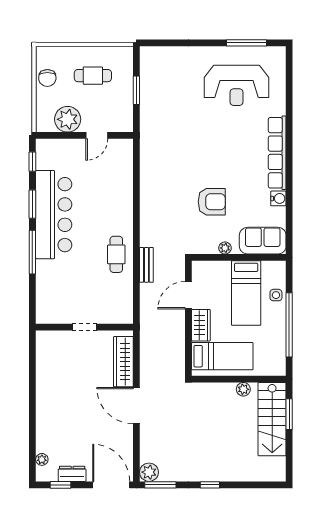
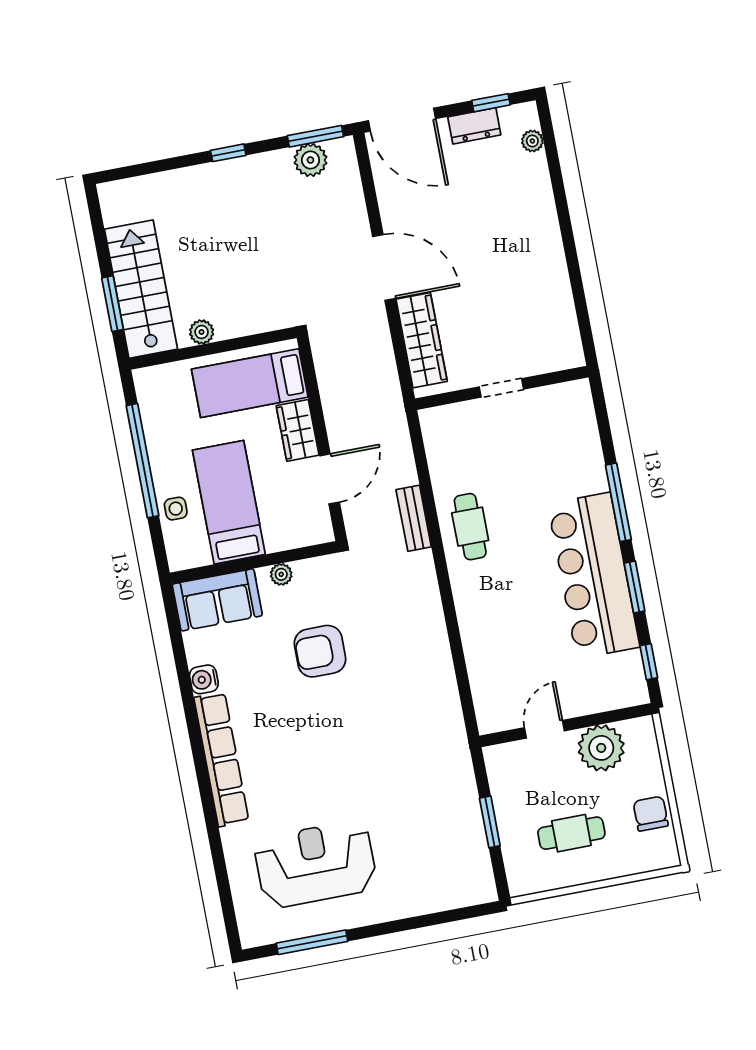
plant: (149, 472) -> (310, 160), moved

